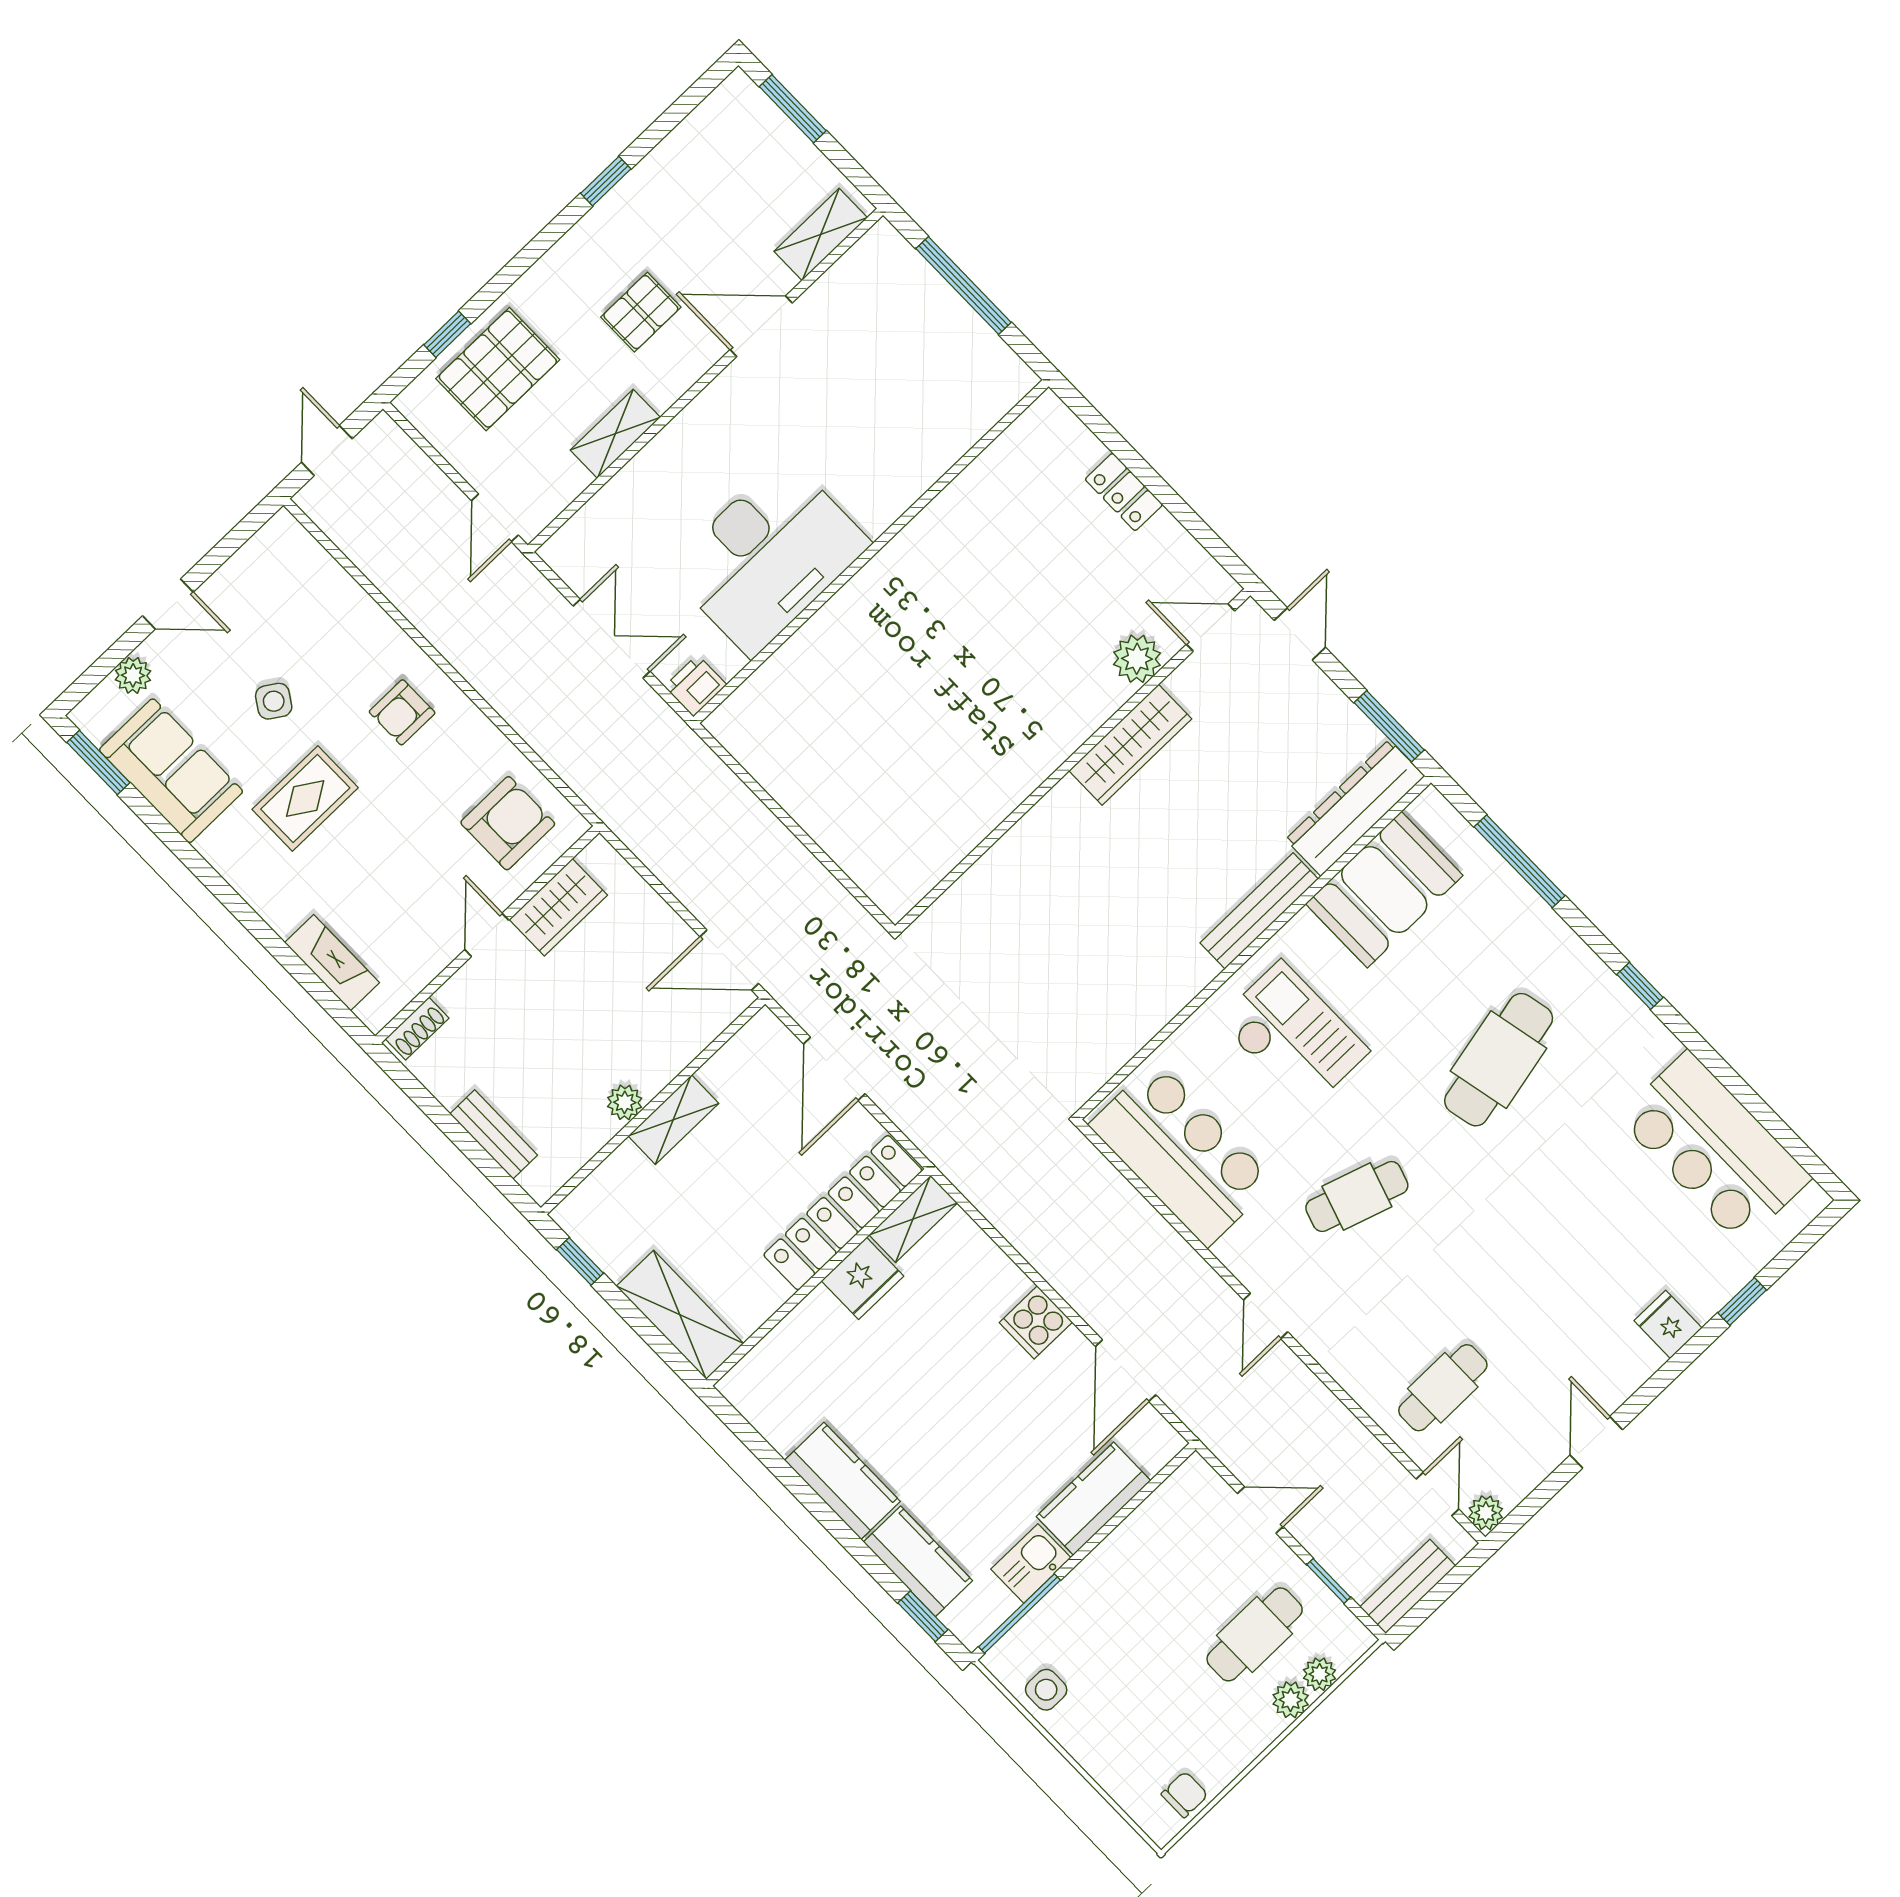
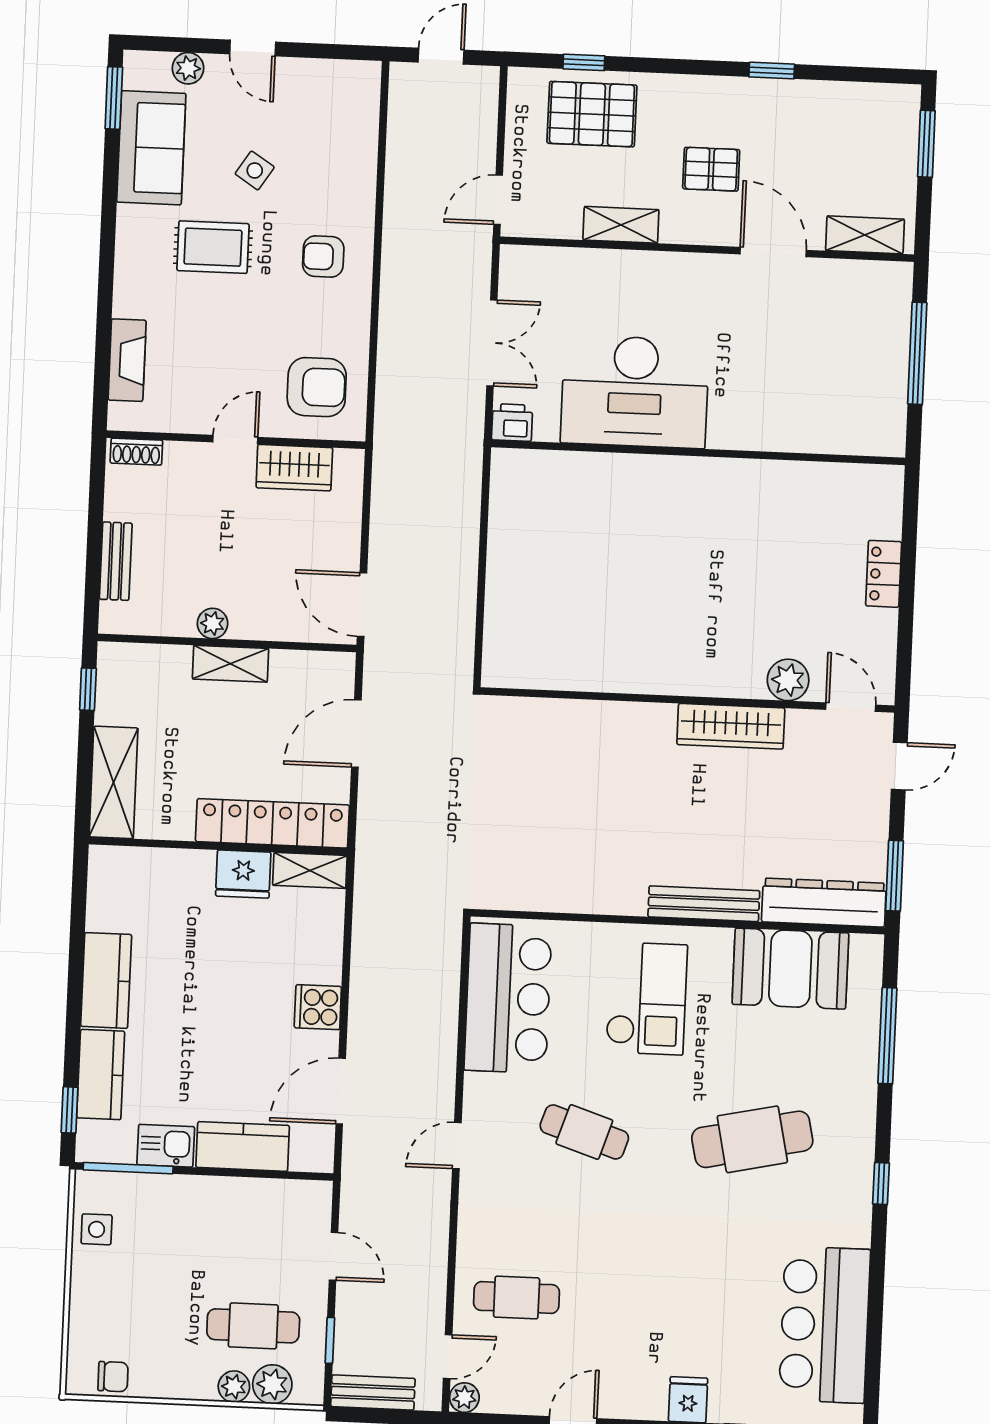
plant: (1320, 1674) -> (272, 1384), width x1.38, depth x1.38

